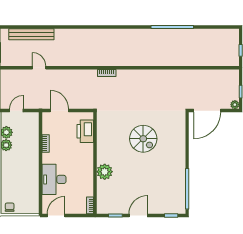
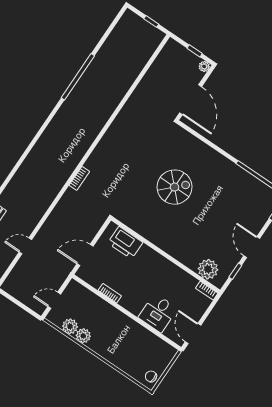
door: (16, 111) -> (54, 300), hinge flipped
plant: (105, 172) -> (208, 269), moved
desk: (54, 179) -> (158, 313), width x0.73

